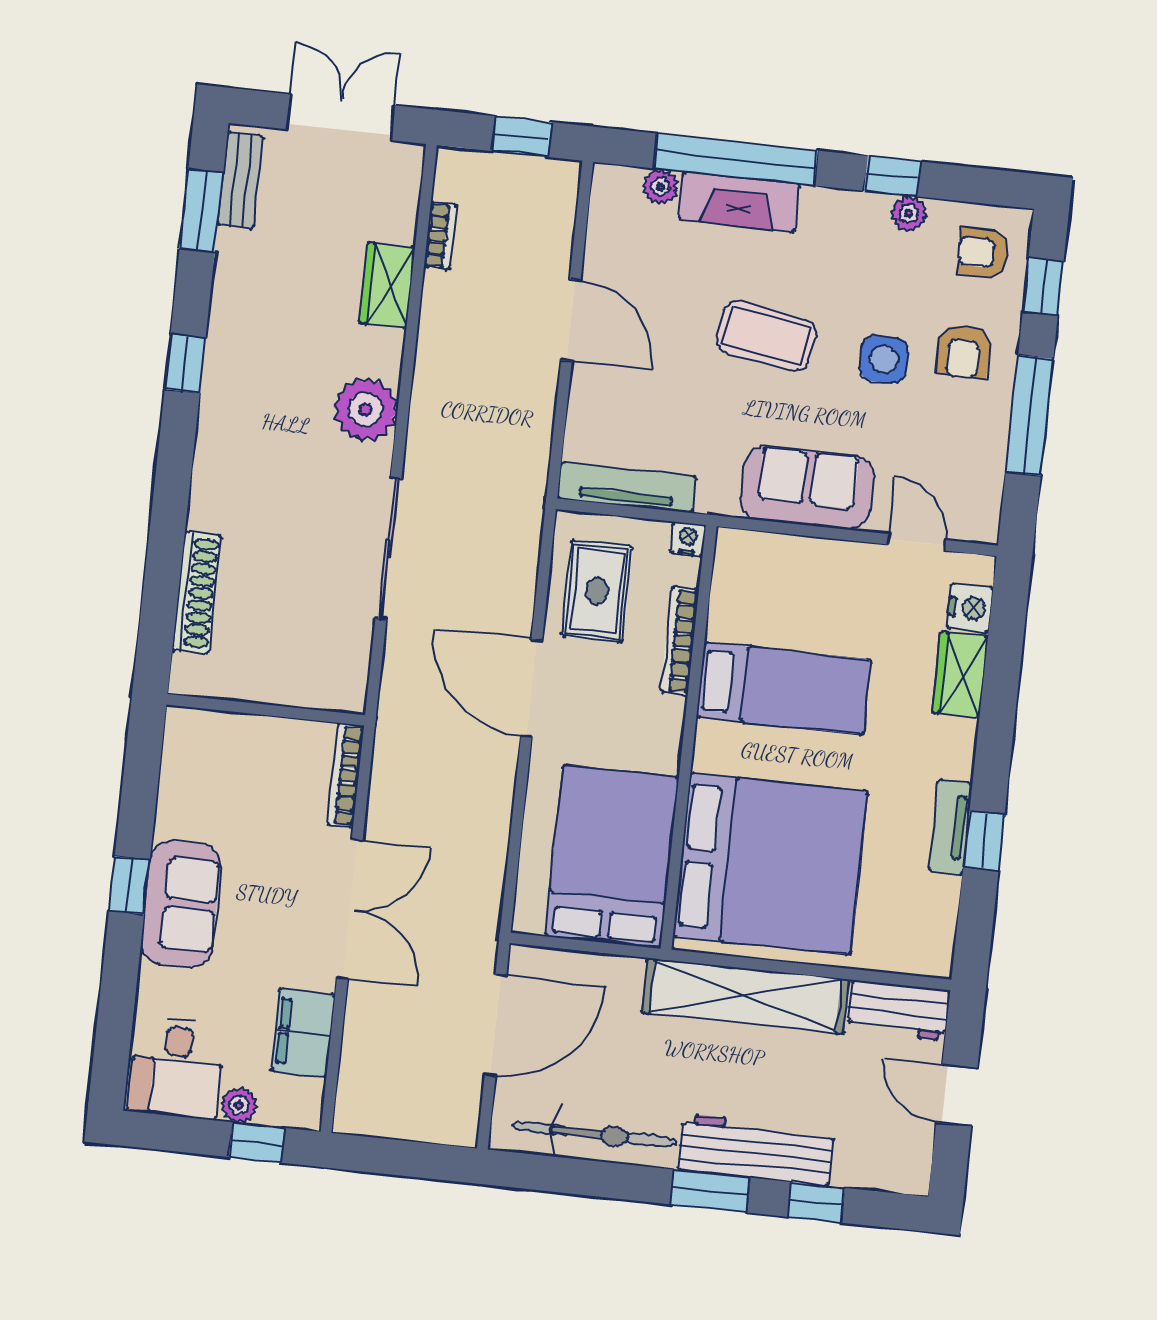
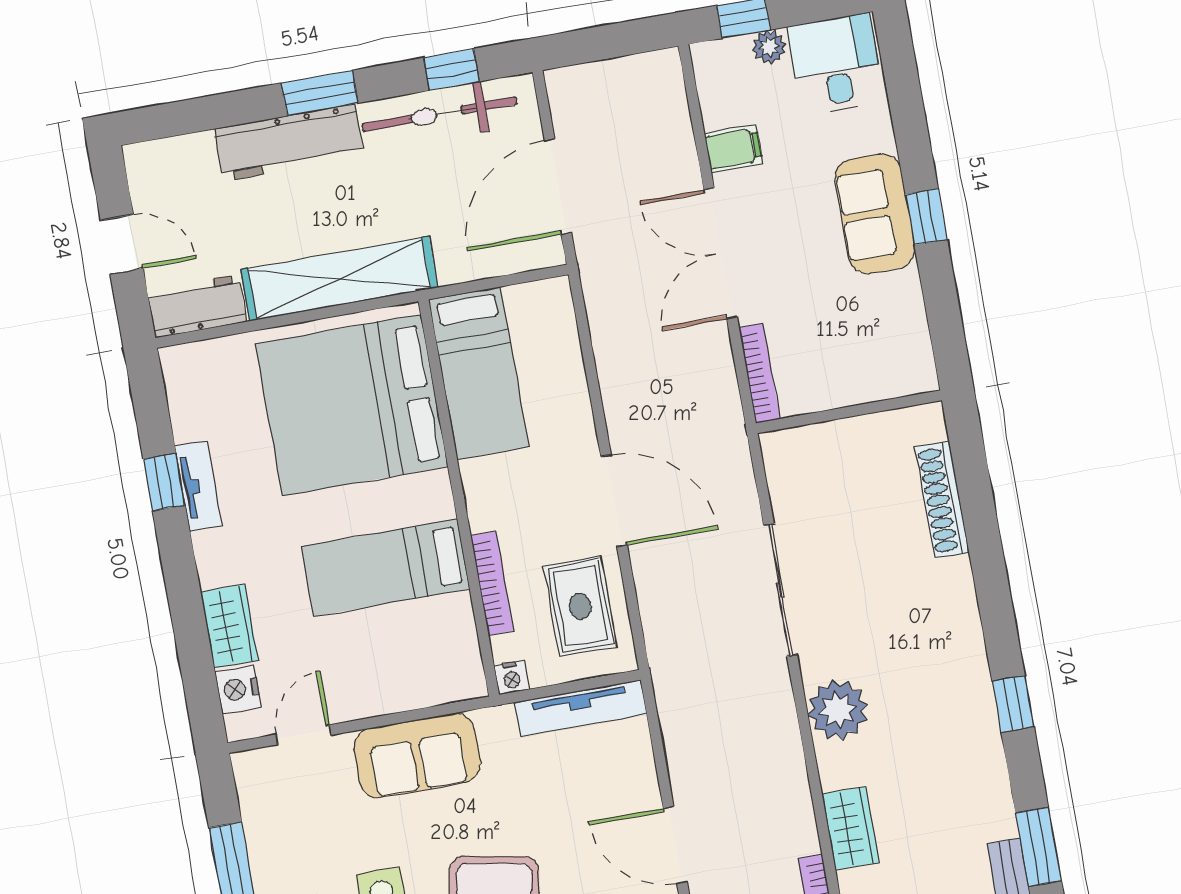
door: (917, 542) -> (303, 735), swing flipped
bed: (612, 857) -> (479, 373), width x0.67
filing cabinet: (303, 1033) -> (734, 149), width x0.50
window: (816, 1202) -> (452, 70), moved

